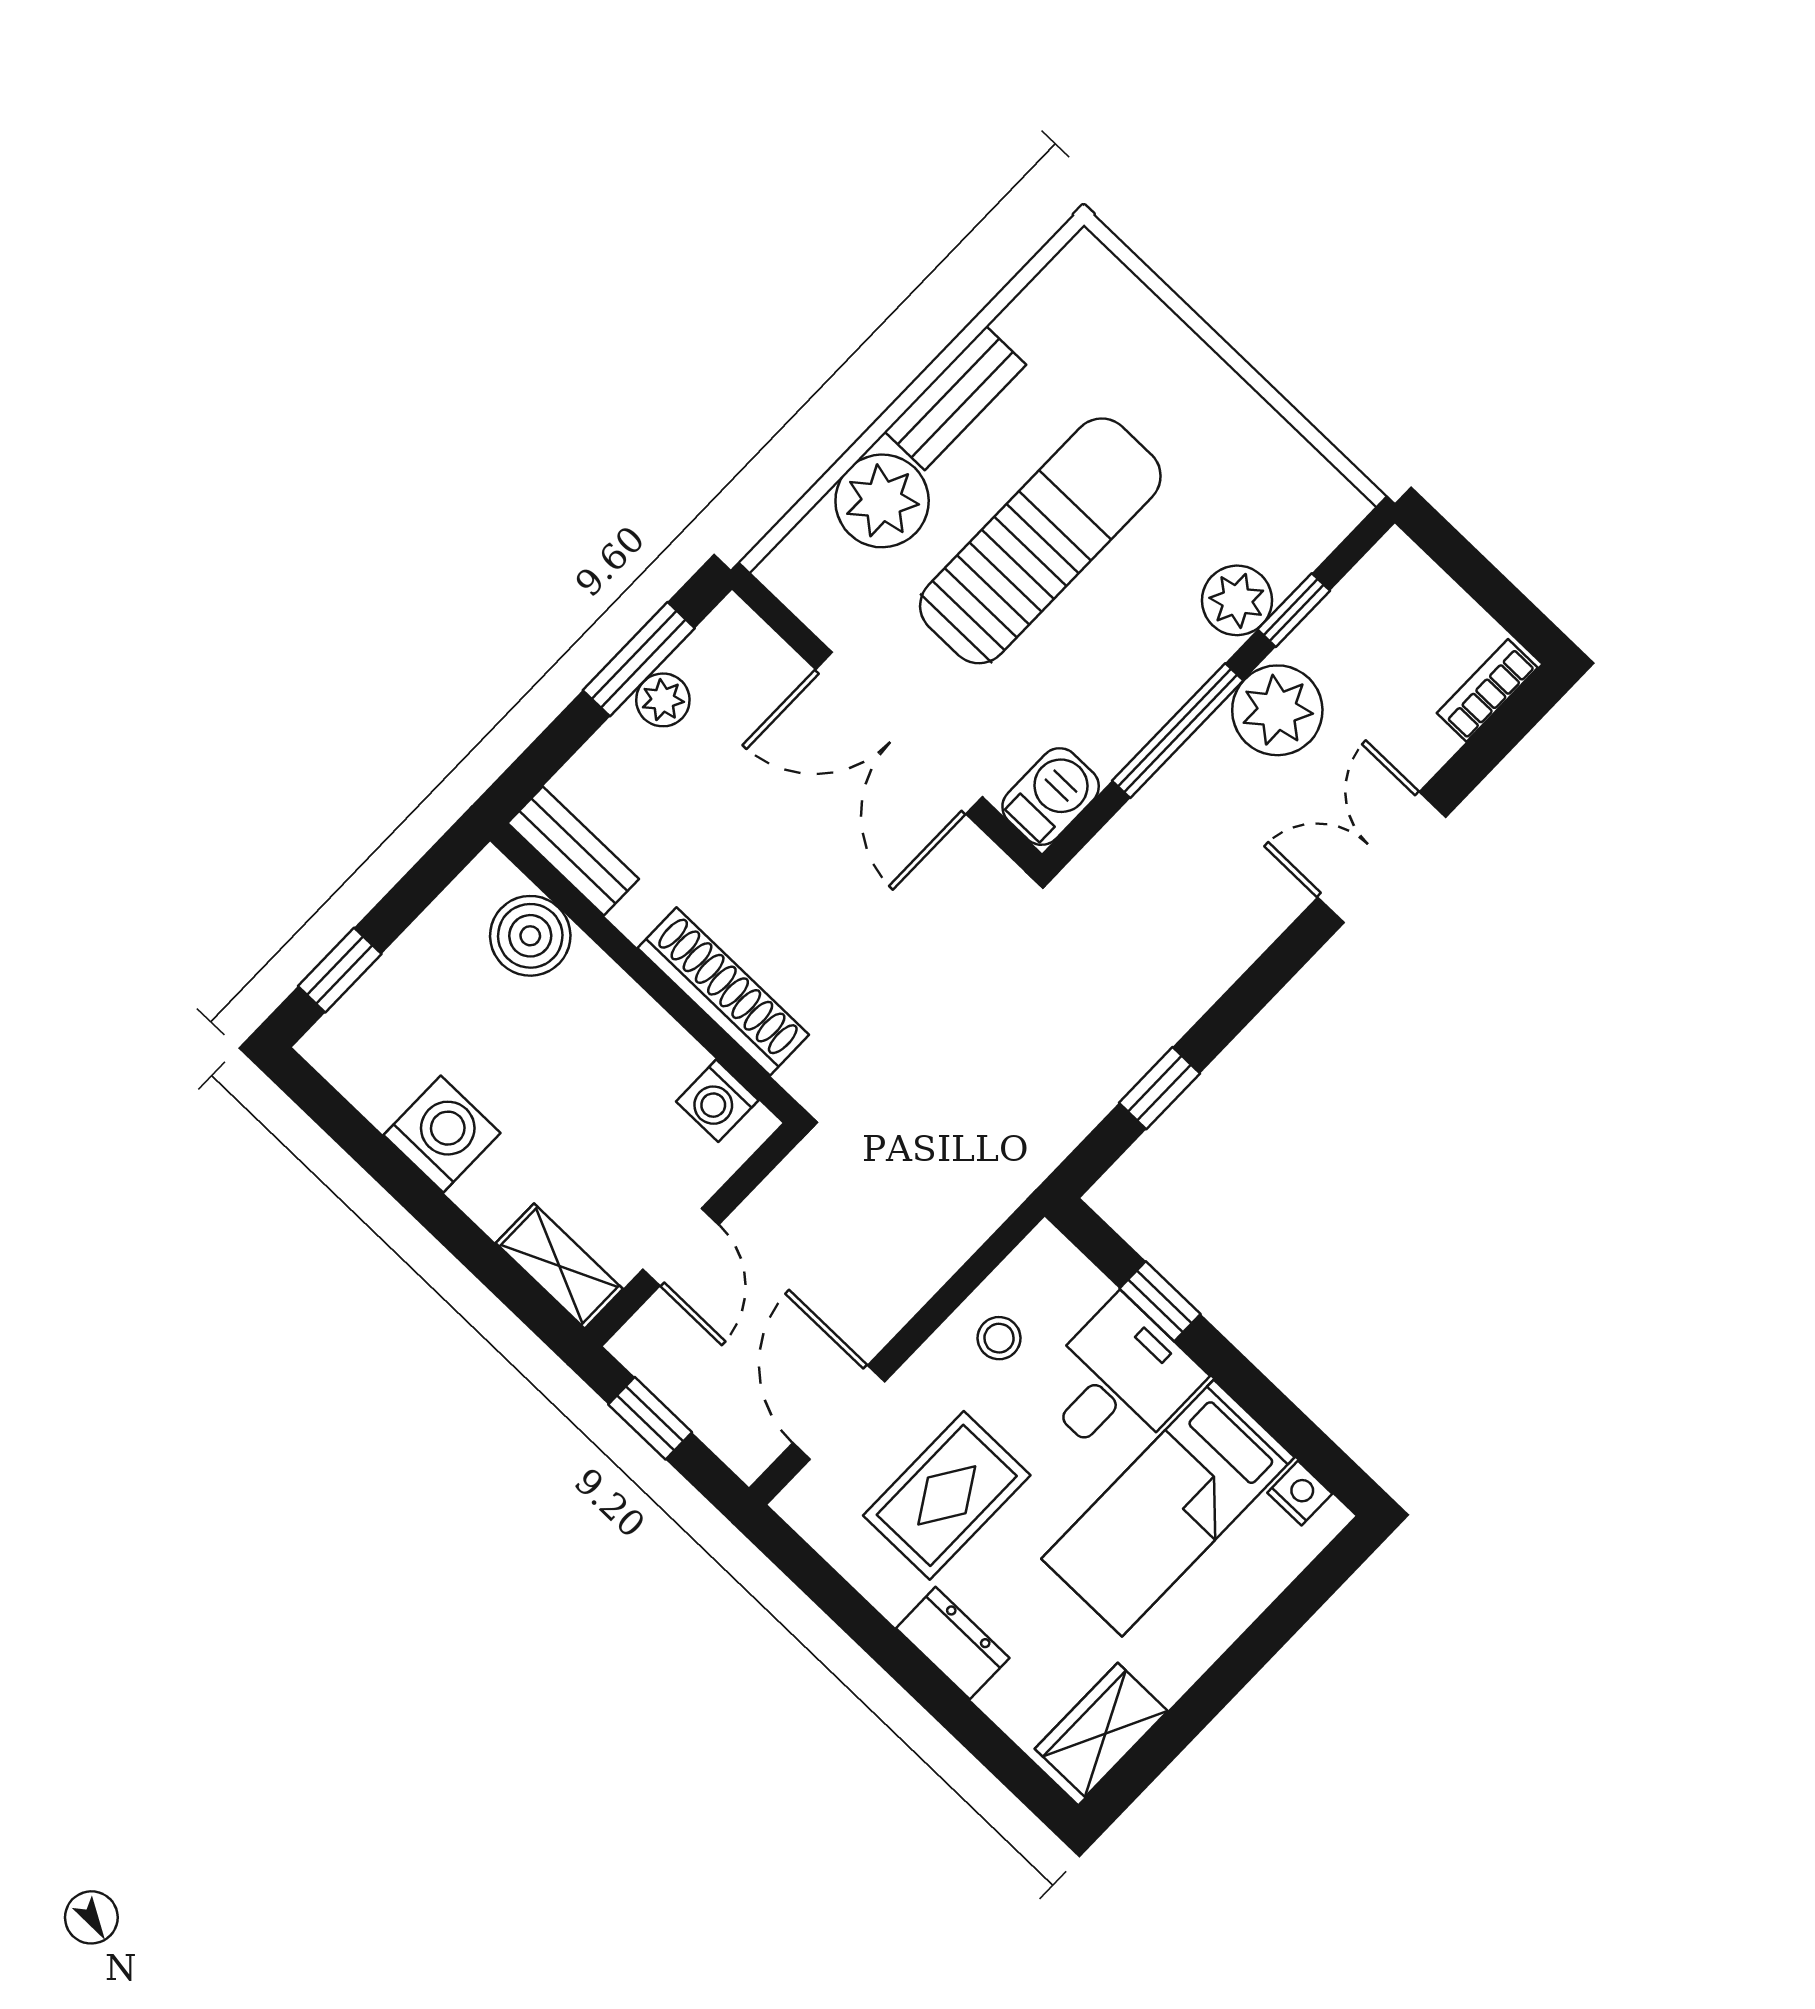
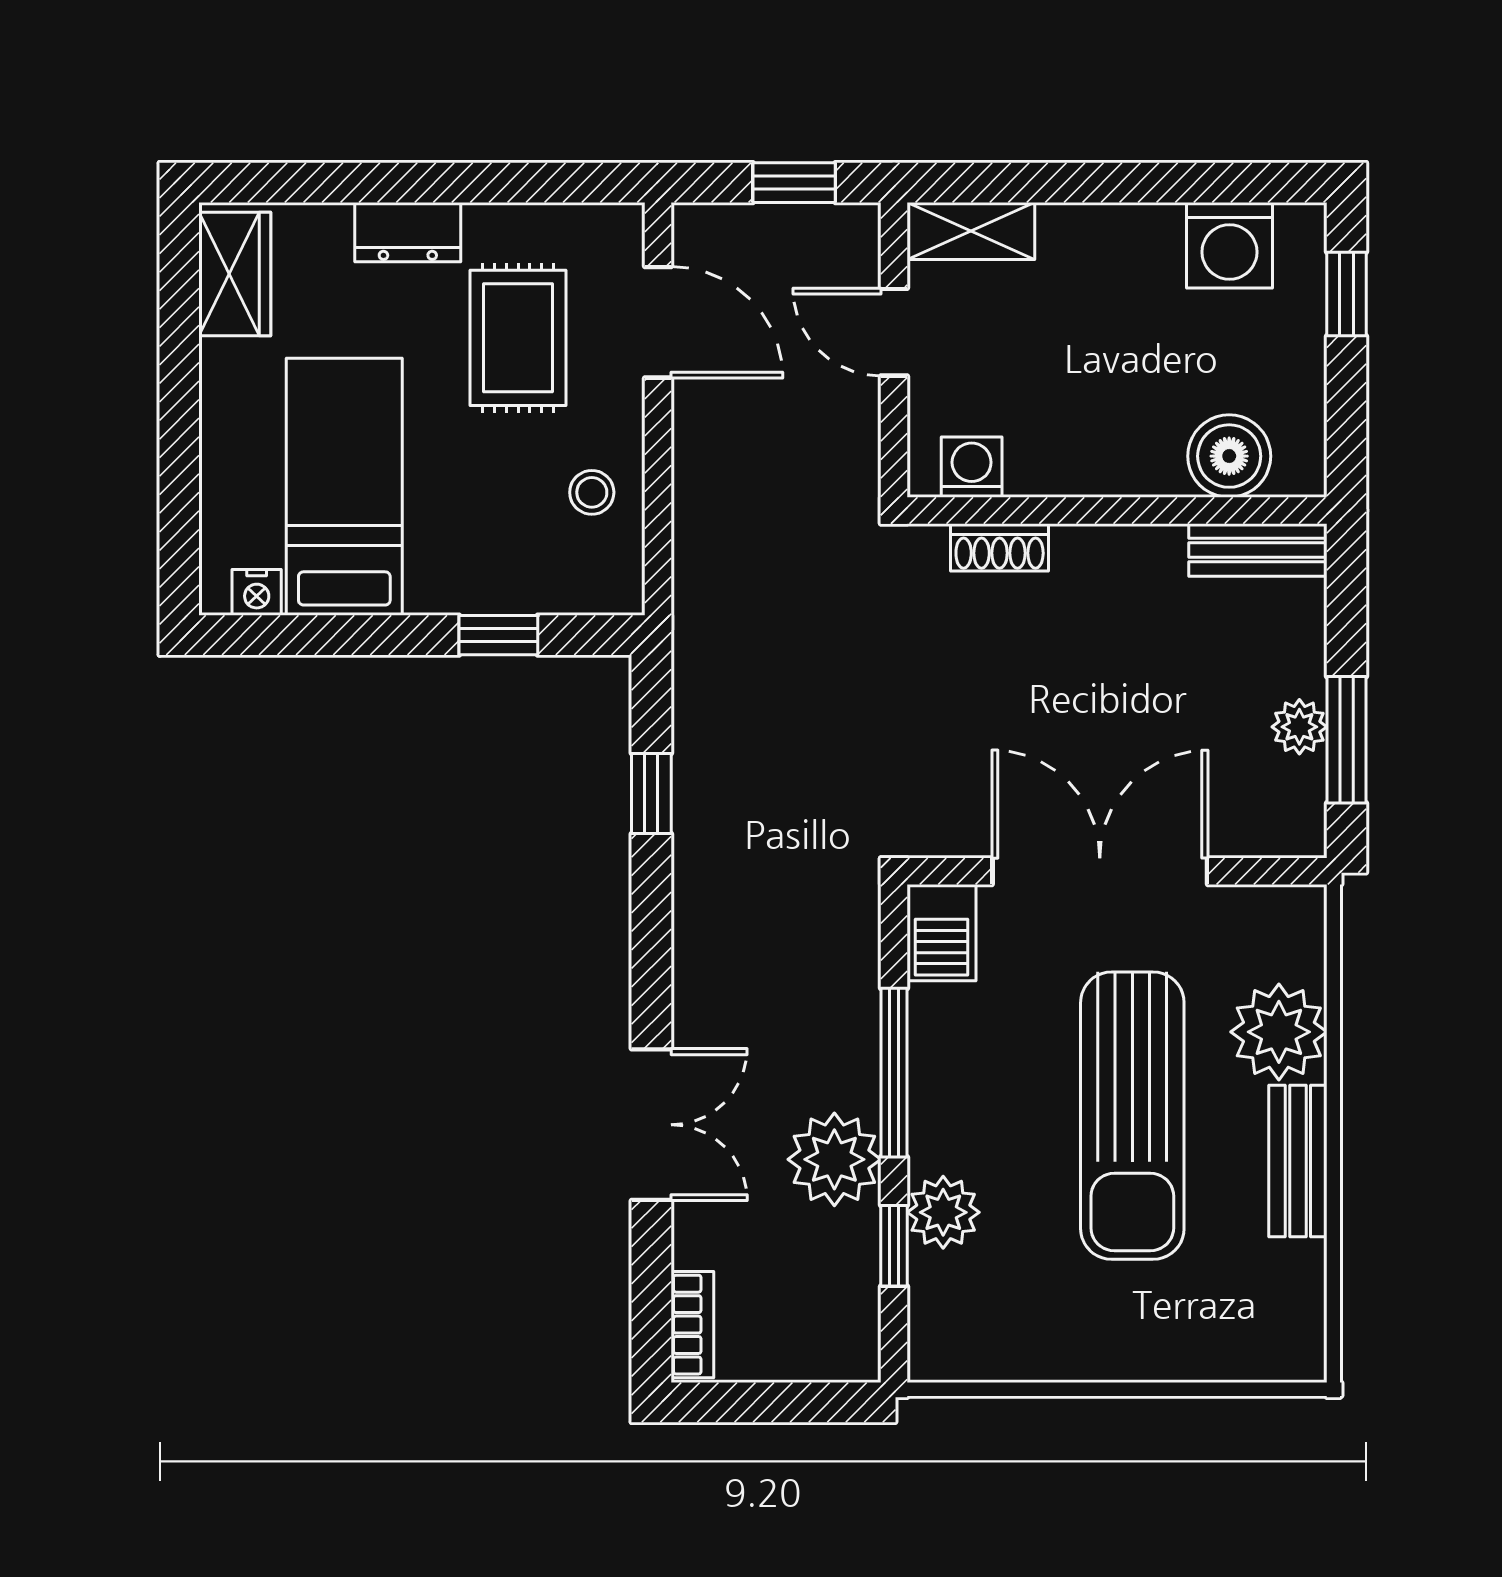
shoe rack: (723, 991) -> (1000, 547), width x0.51, depth x0.81
washing machine: (442, 1134) -> (1230, 245), moved
desk: (1118, 1381) -> (472, 546), removed

